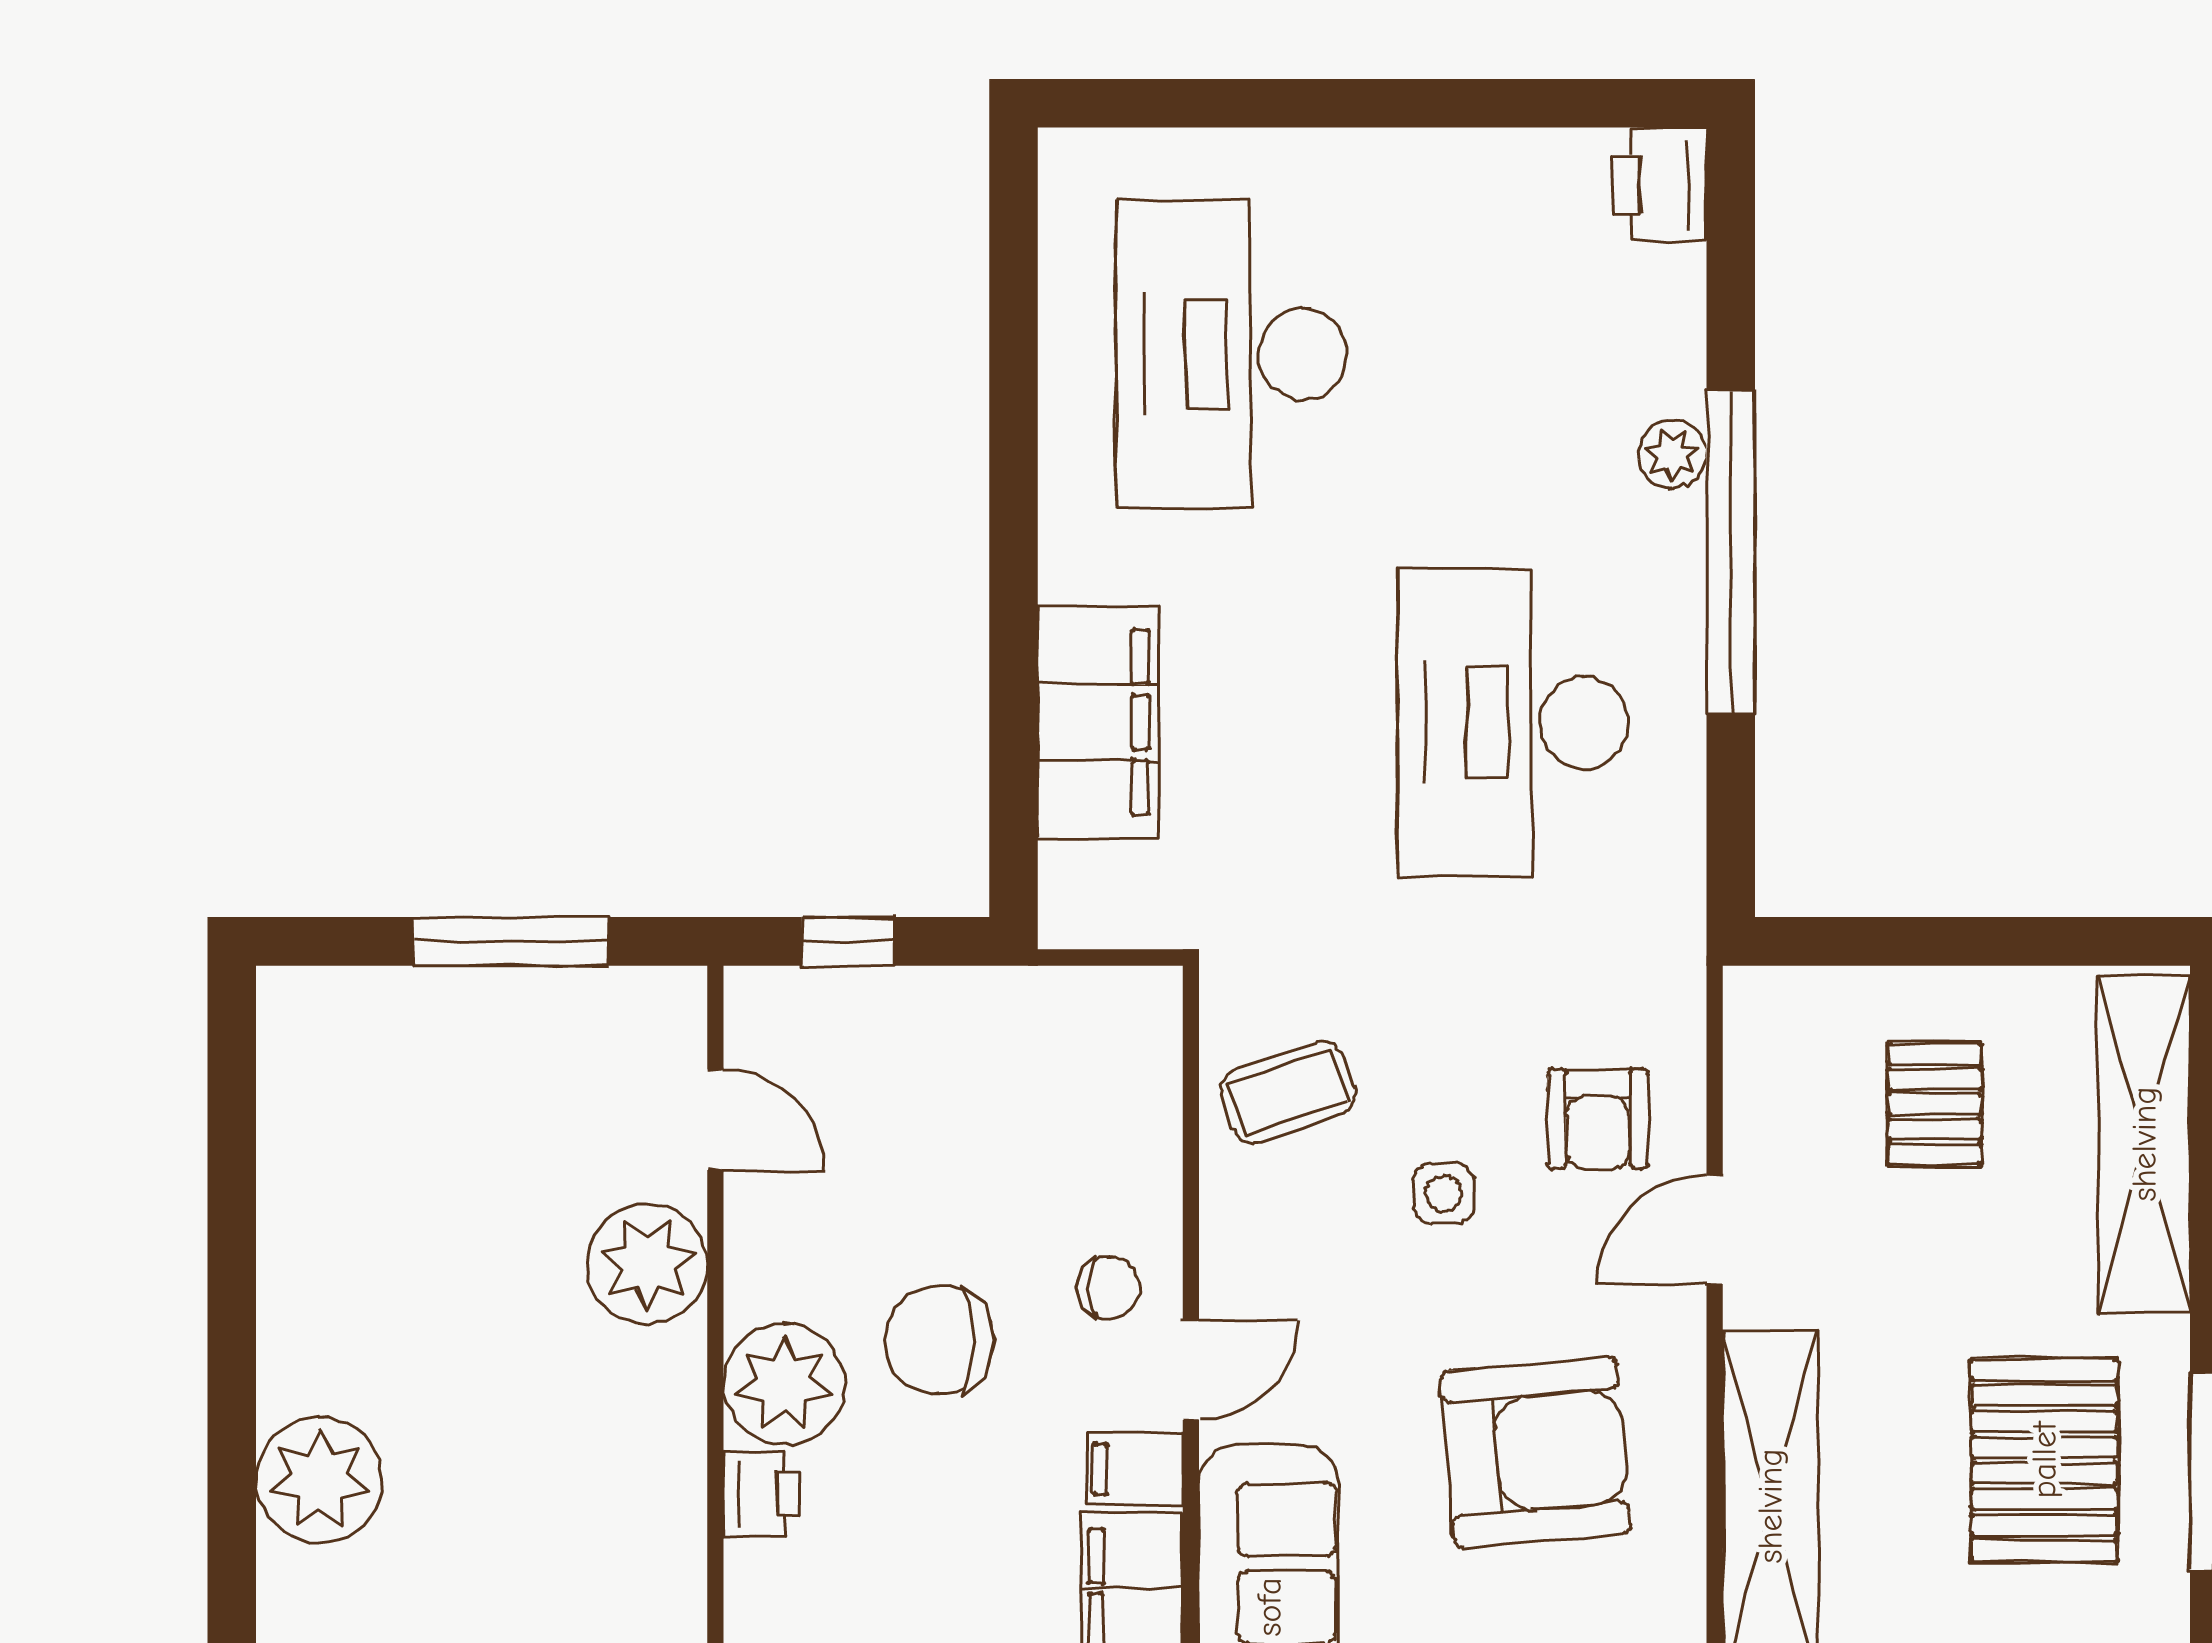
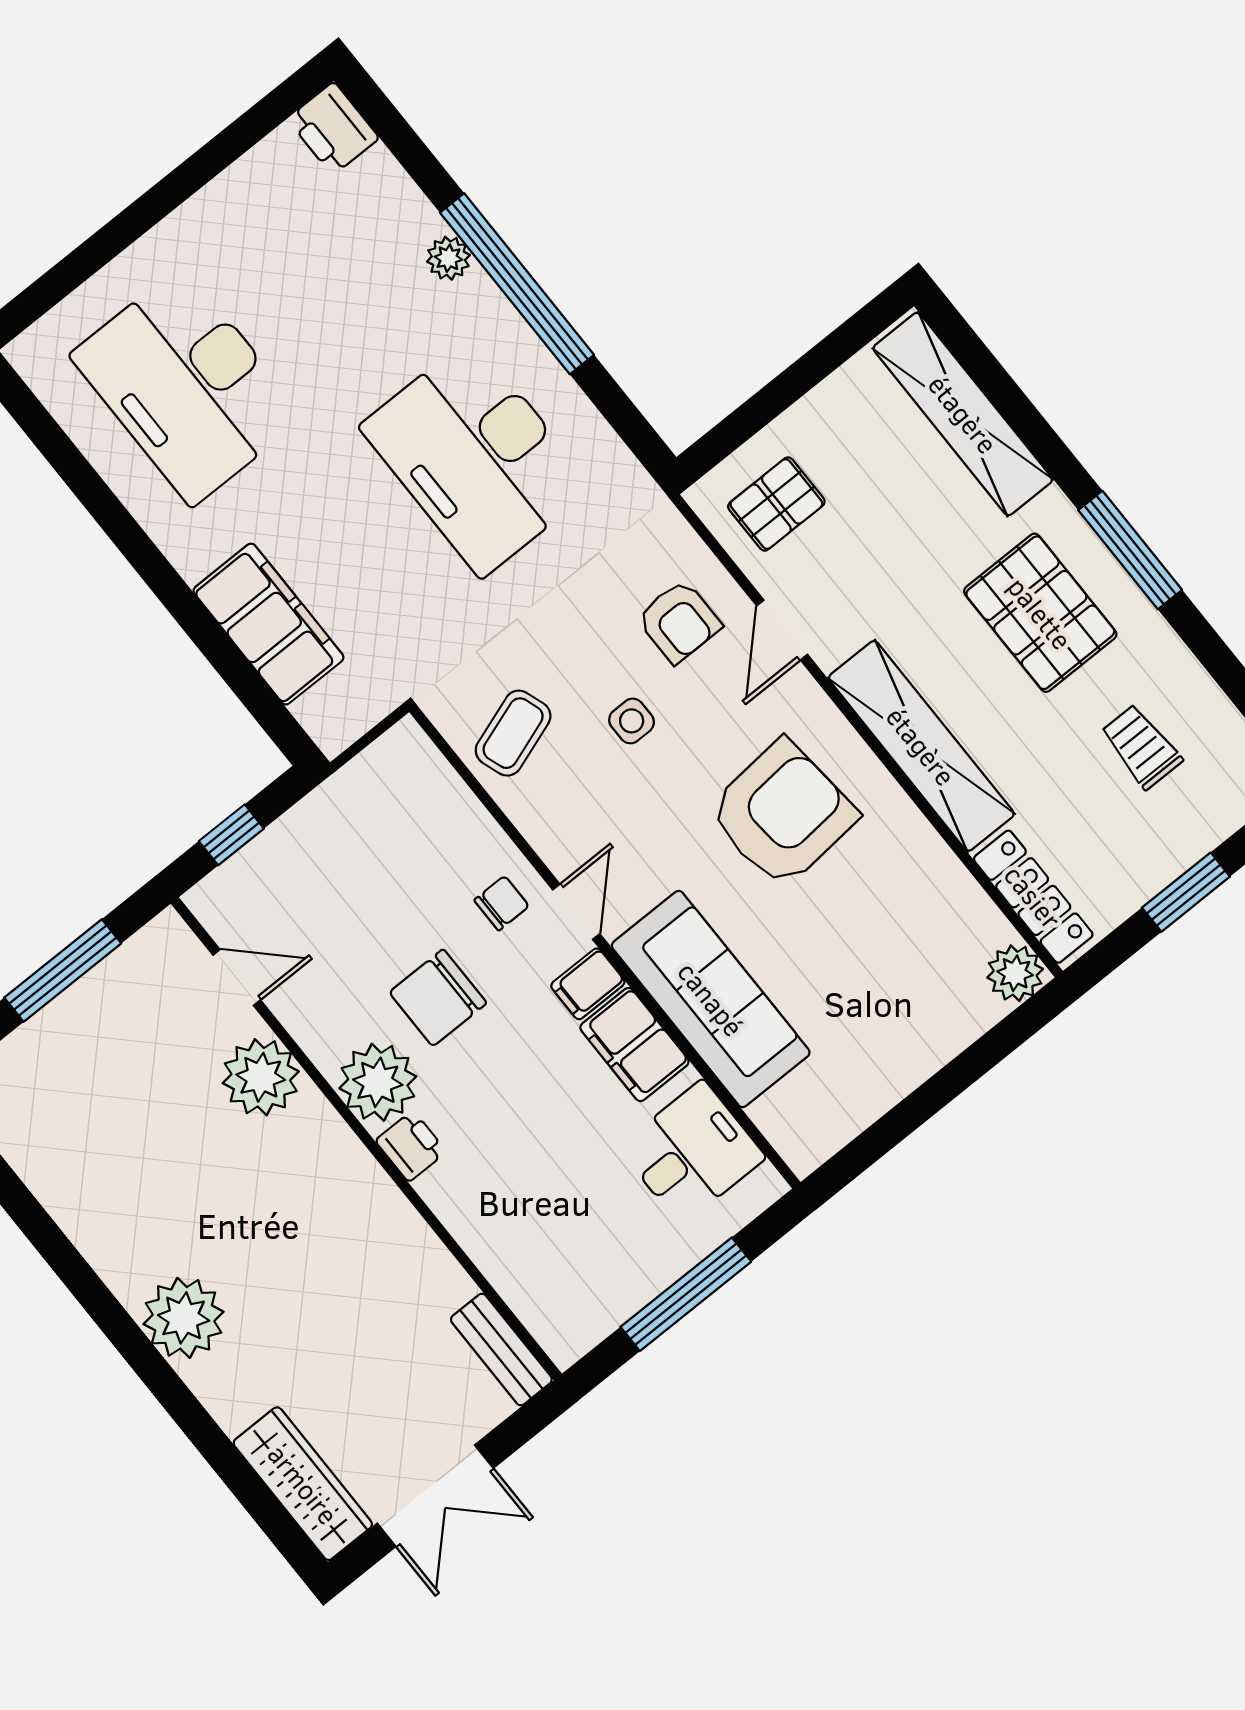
pallet: (1935, 1104) -> (776, 504), moved, turned 90

